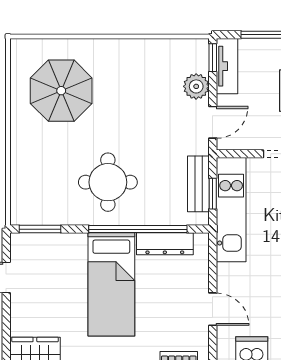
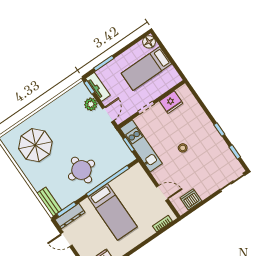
bench: (198, 184) -> (49, 202), moved
dresser: (165, 244) -> (70, 216), moved

